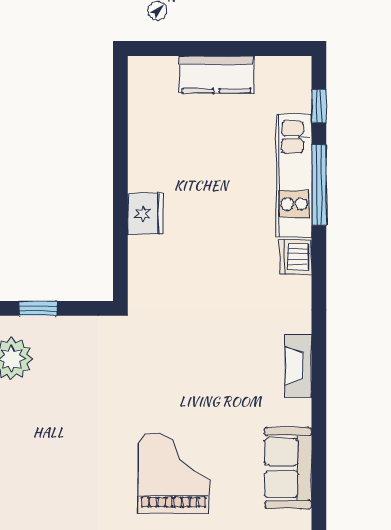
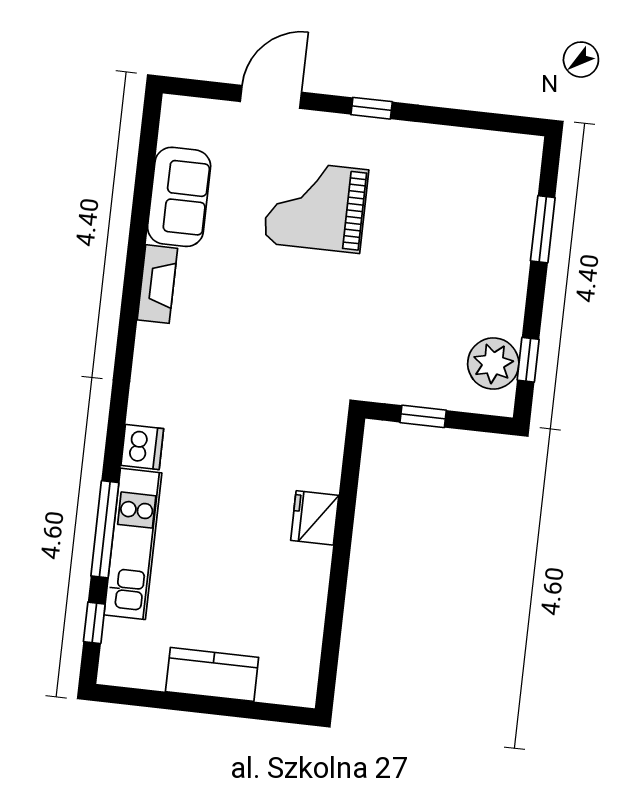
window: (38, 308) -> (423, 416), moved
fireplace: (298, 366) -> (157, 284), moved
grand piano: (174, 473) -> (316, 206), turned 90

